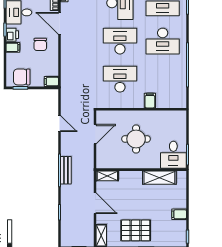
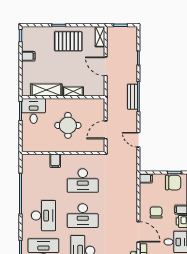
desk: (163, 41) -> (43, 216), turned 90
shelving: (107, 176) -> (73, 92), moved

